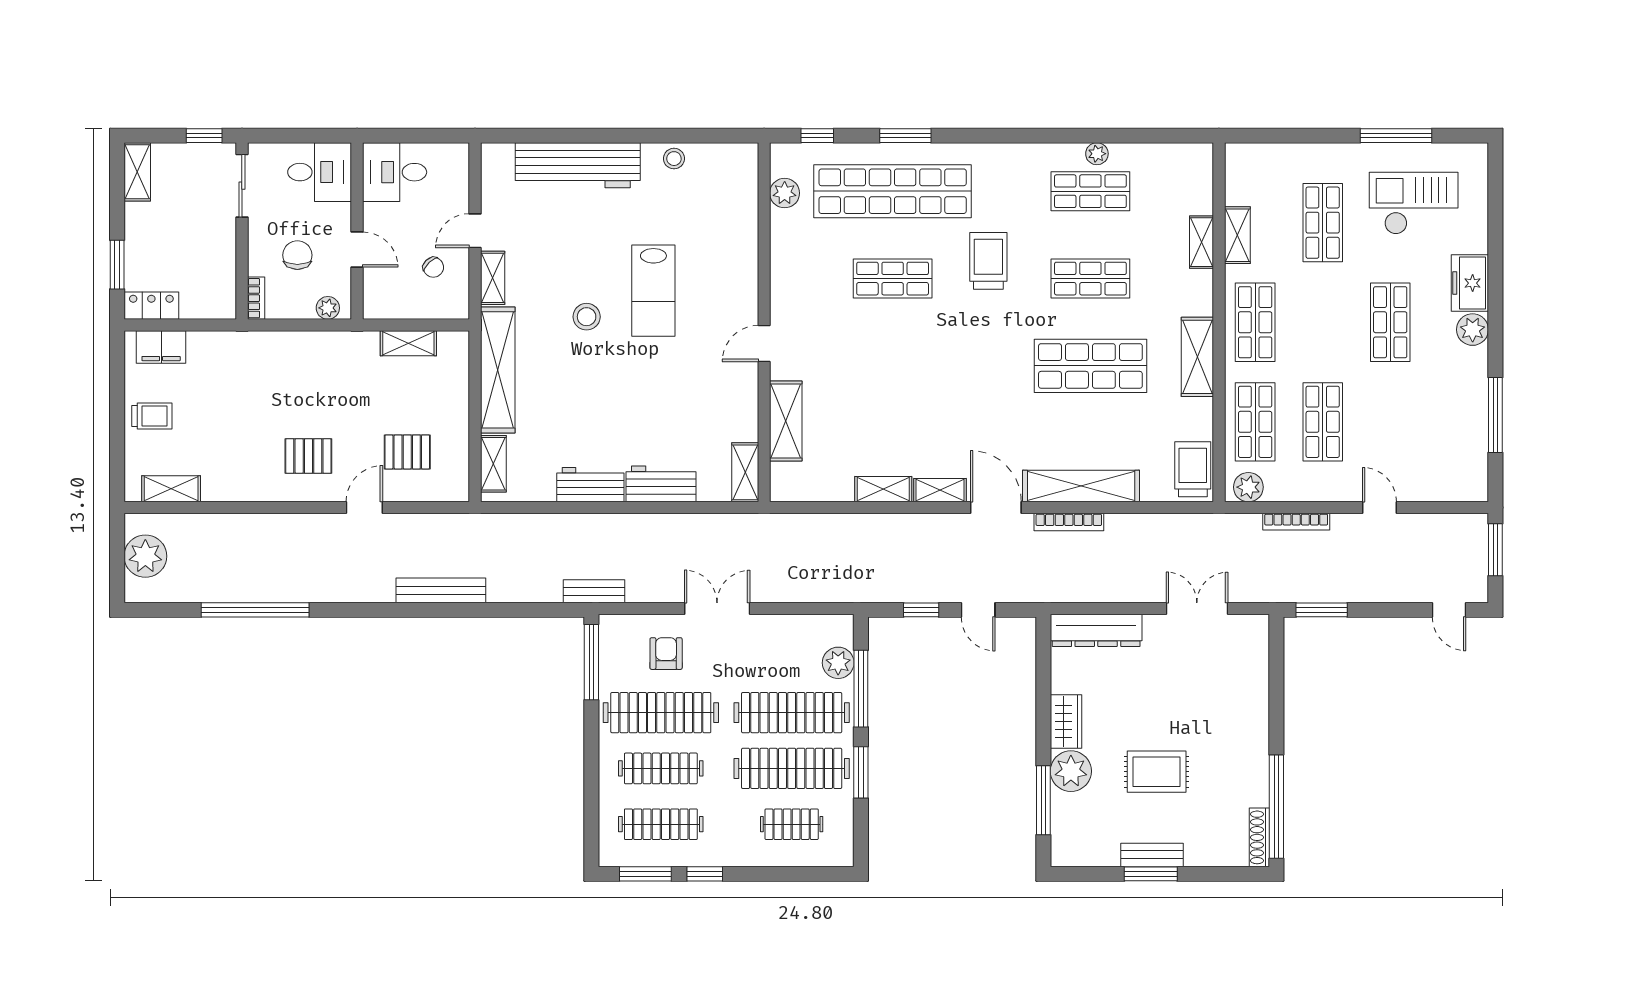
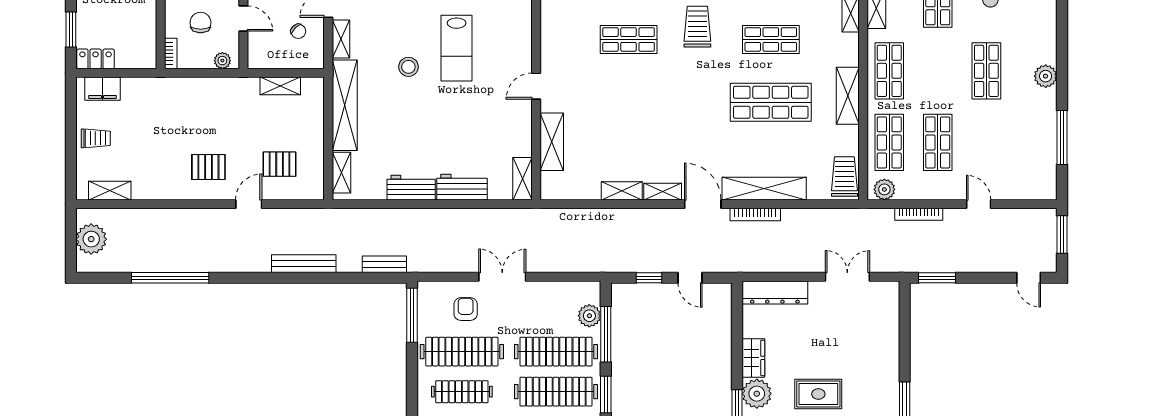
freezer: (1470, 283) -> (1044, 43), removed
bench: (594, 591) -> (384, 264), moved

